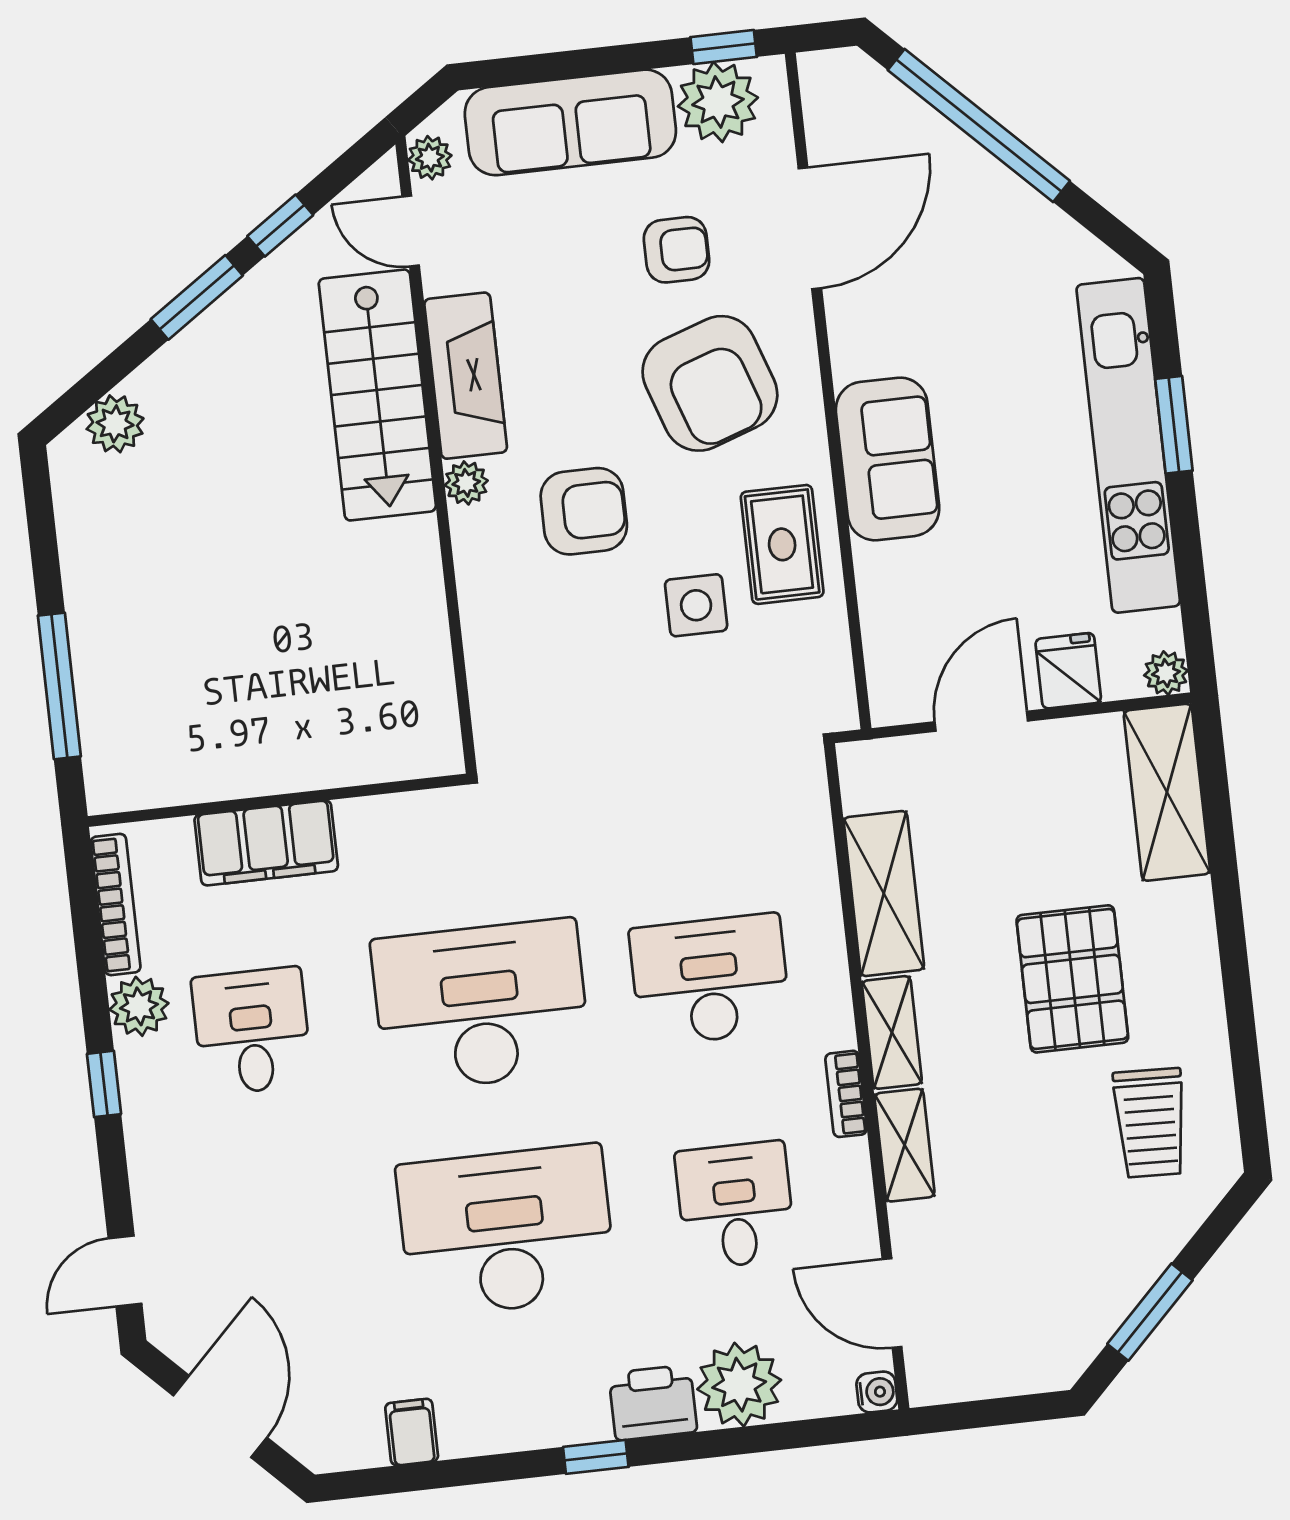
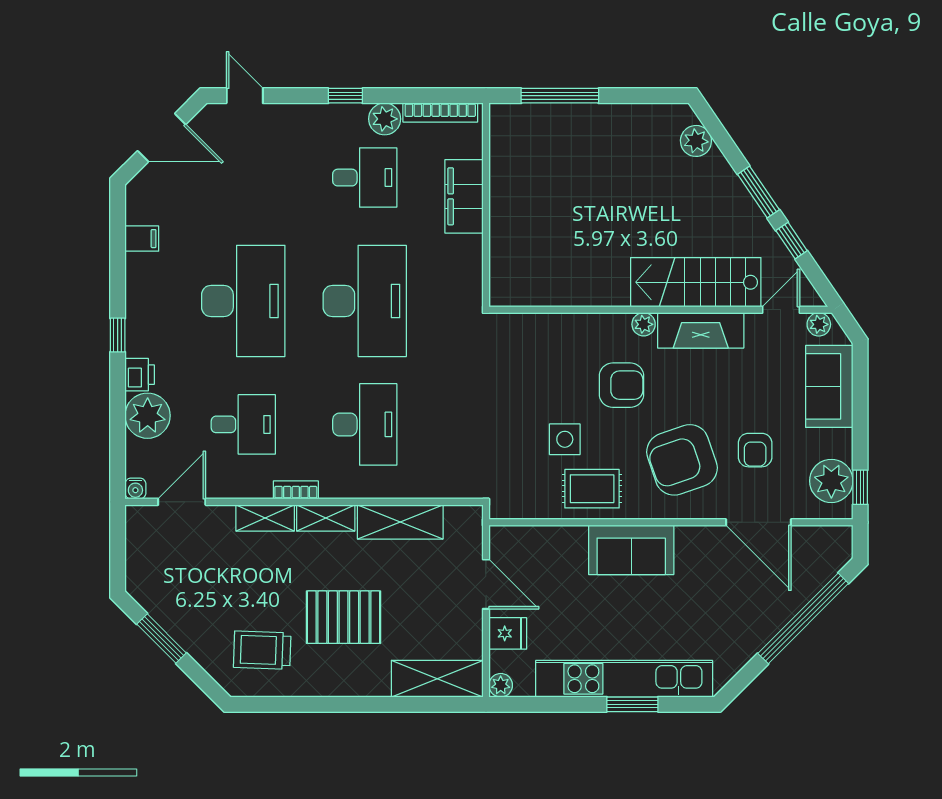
sofa: (570, 122) -> (829, 386), width x0.73
armchair: (584, 511) -> (622, 385), turned -90
printer: (653, 1403) -> (140, 375), width x0.73, depth x0.81

